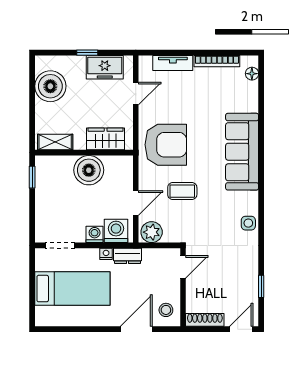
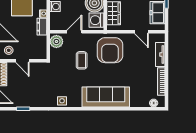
door: (136, 203) -> (74, 32), swing flipped
washing machine: (116, 231) -> (96, 20), moved, turned 180
door: (183, 267) -> (22, 61), moved

